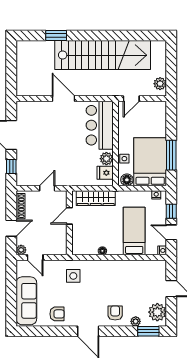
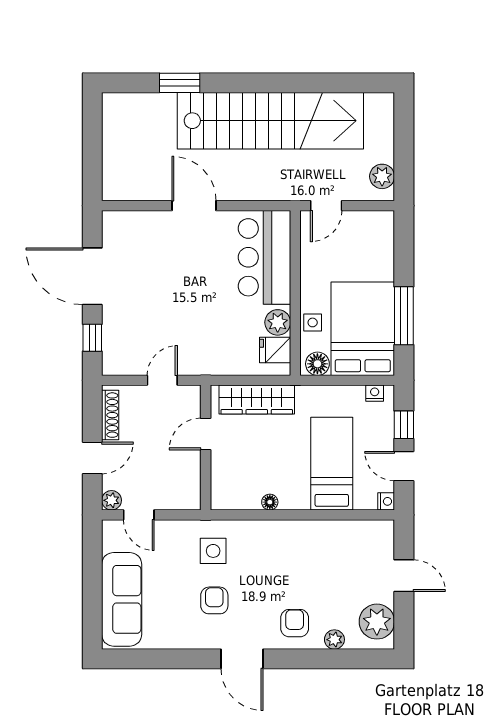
armchair: (57, 314) -> (214, 600), moved, turned -90
window: (148, 331) -> (359, 659), removed

